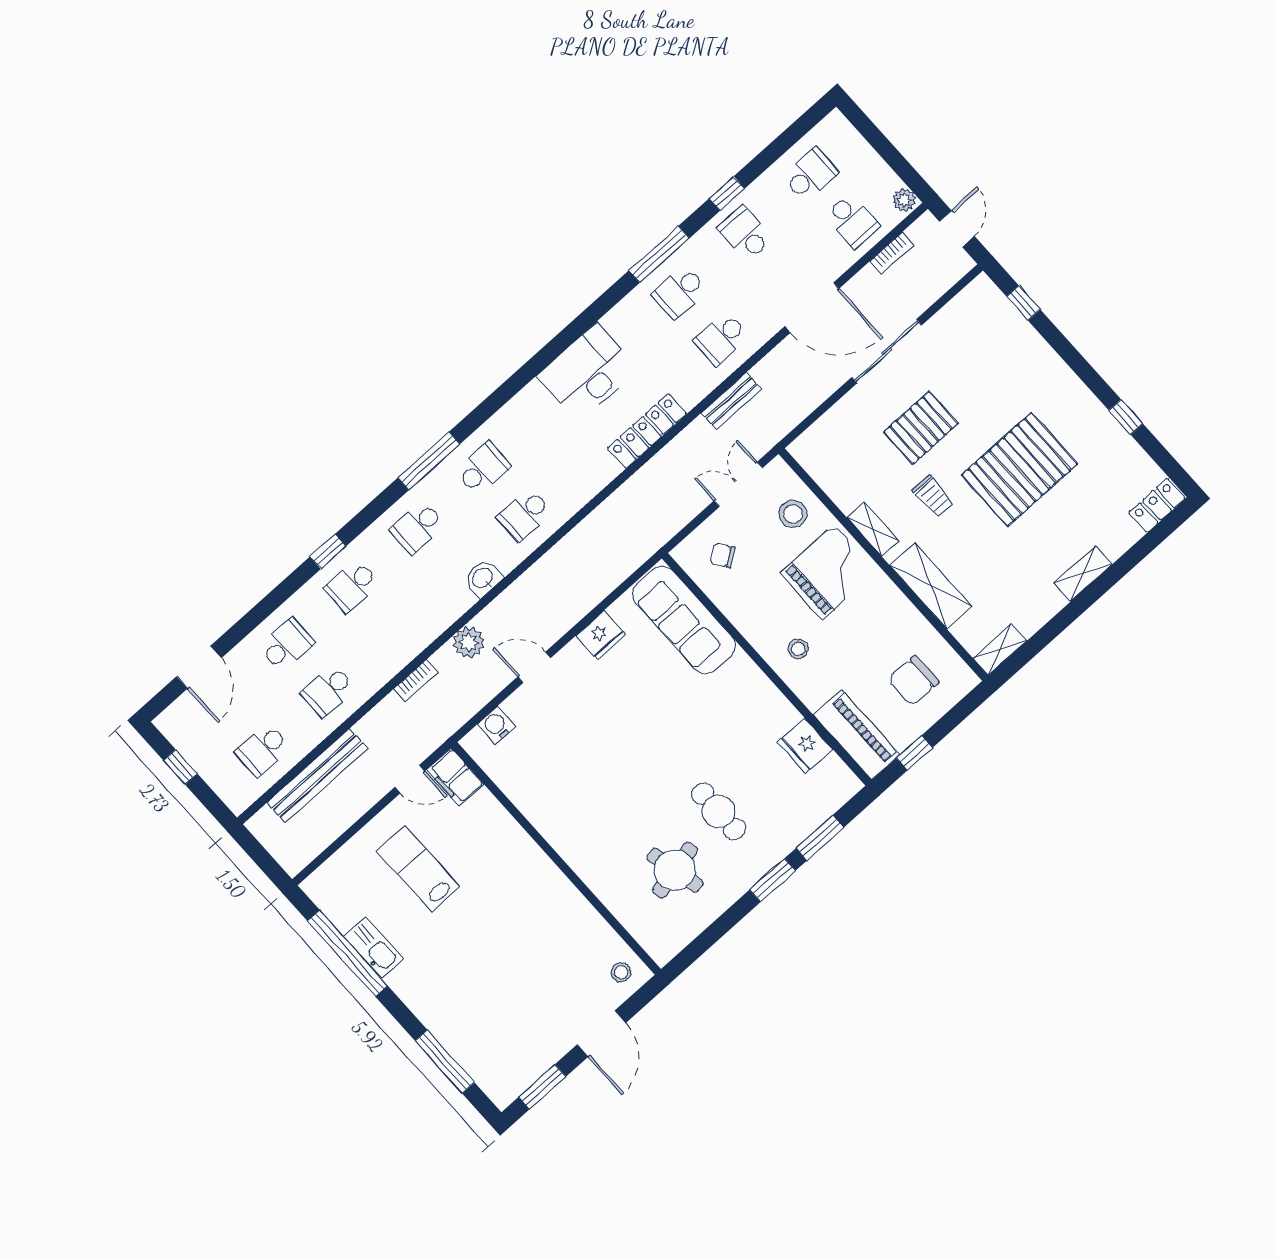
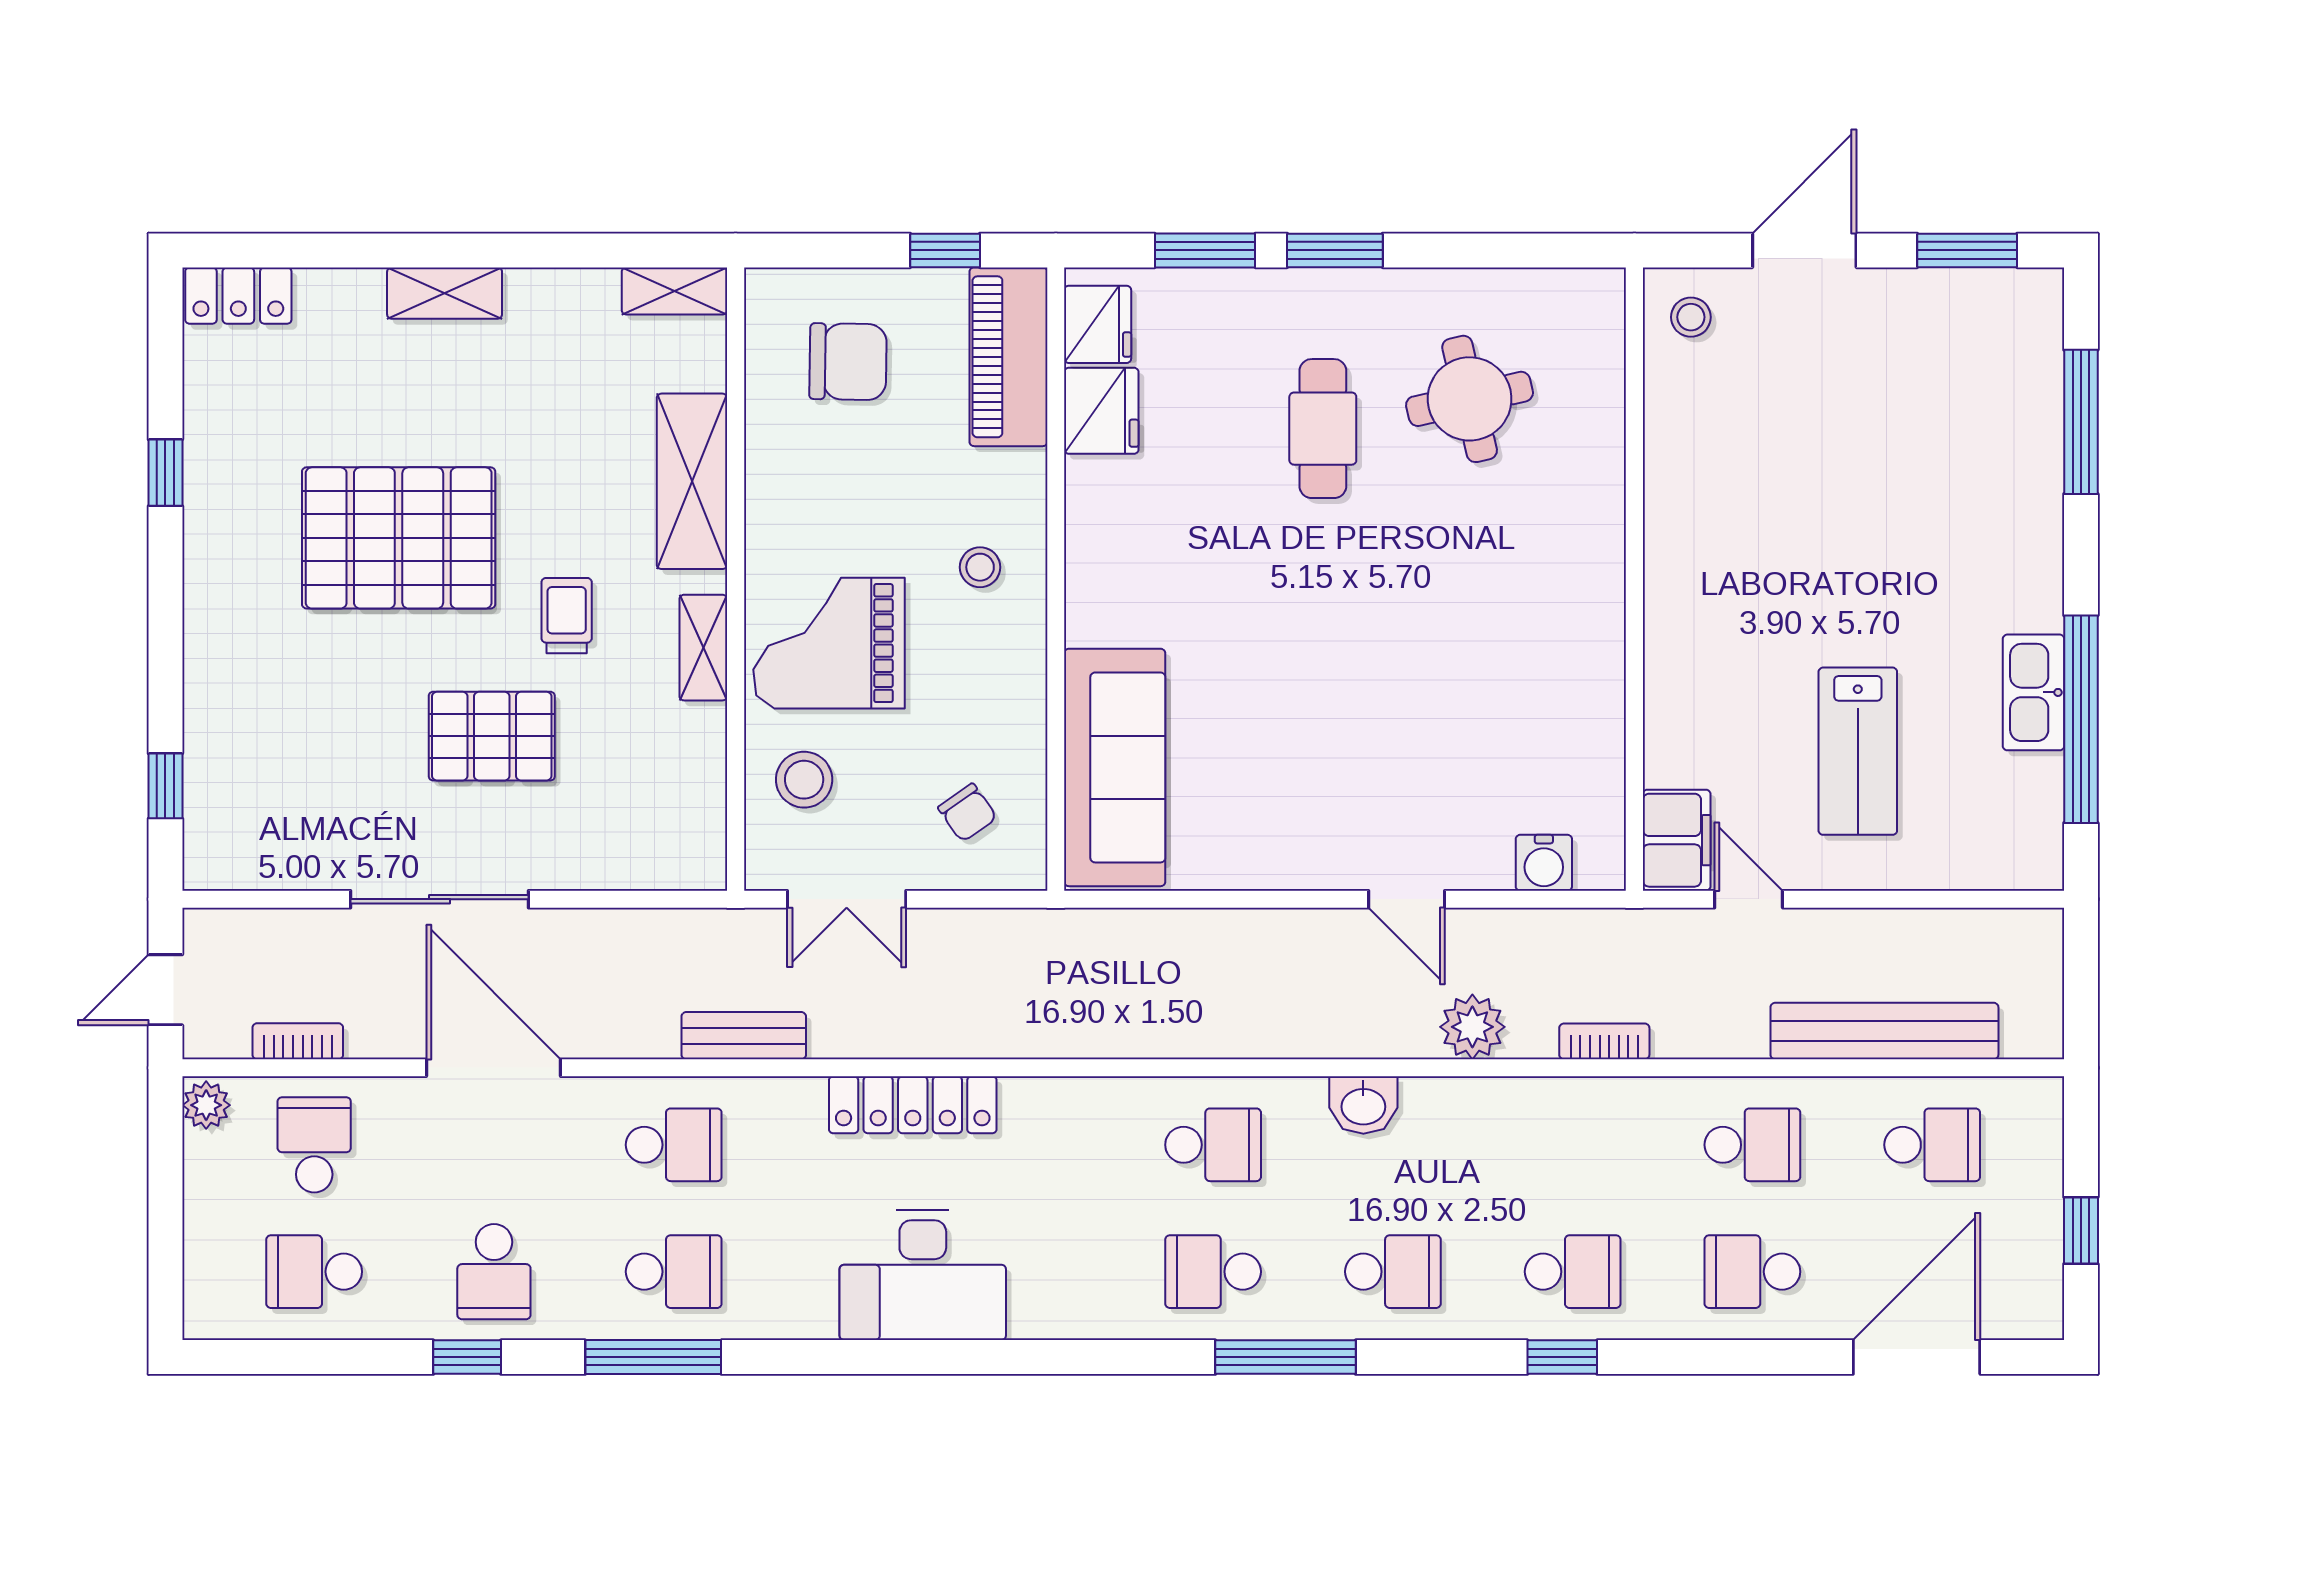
fridge: (601, 635) -> (1098, 324), moved, turned 90
door: (199, 667) -> (1917, 1357), width x1.36

